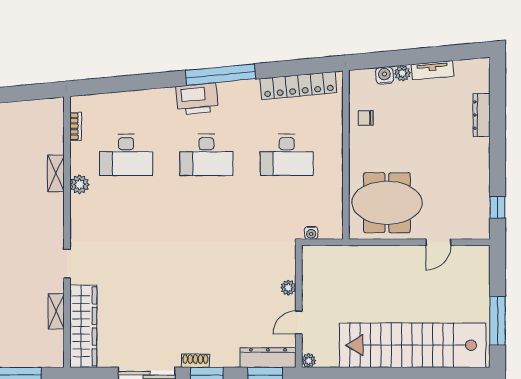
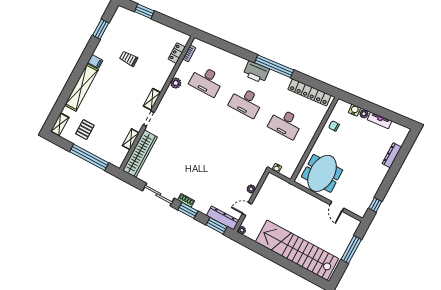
locker: (56, 136) -> (177, 53), added
shelving: (56, 173) -> (152, 99), moved
meeting table: (387, 203) -> (322, 173), turned 90
door: (438, 242) -> (337, 206), hinge flipped
window: (497, 321) -> (351, 249), moved

